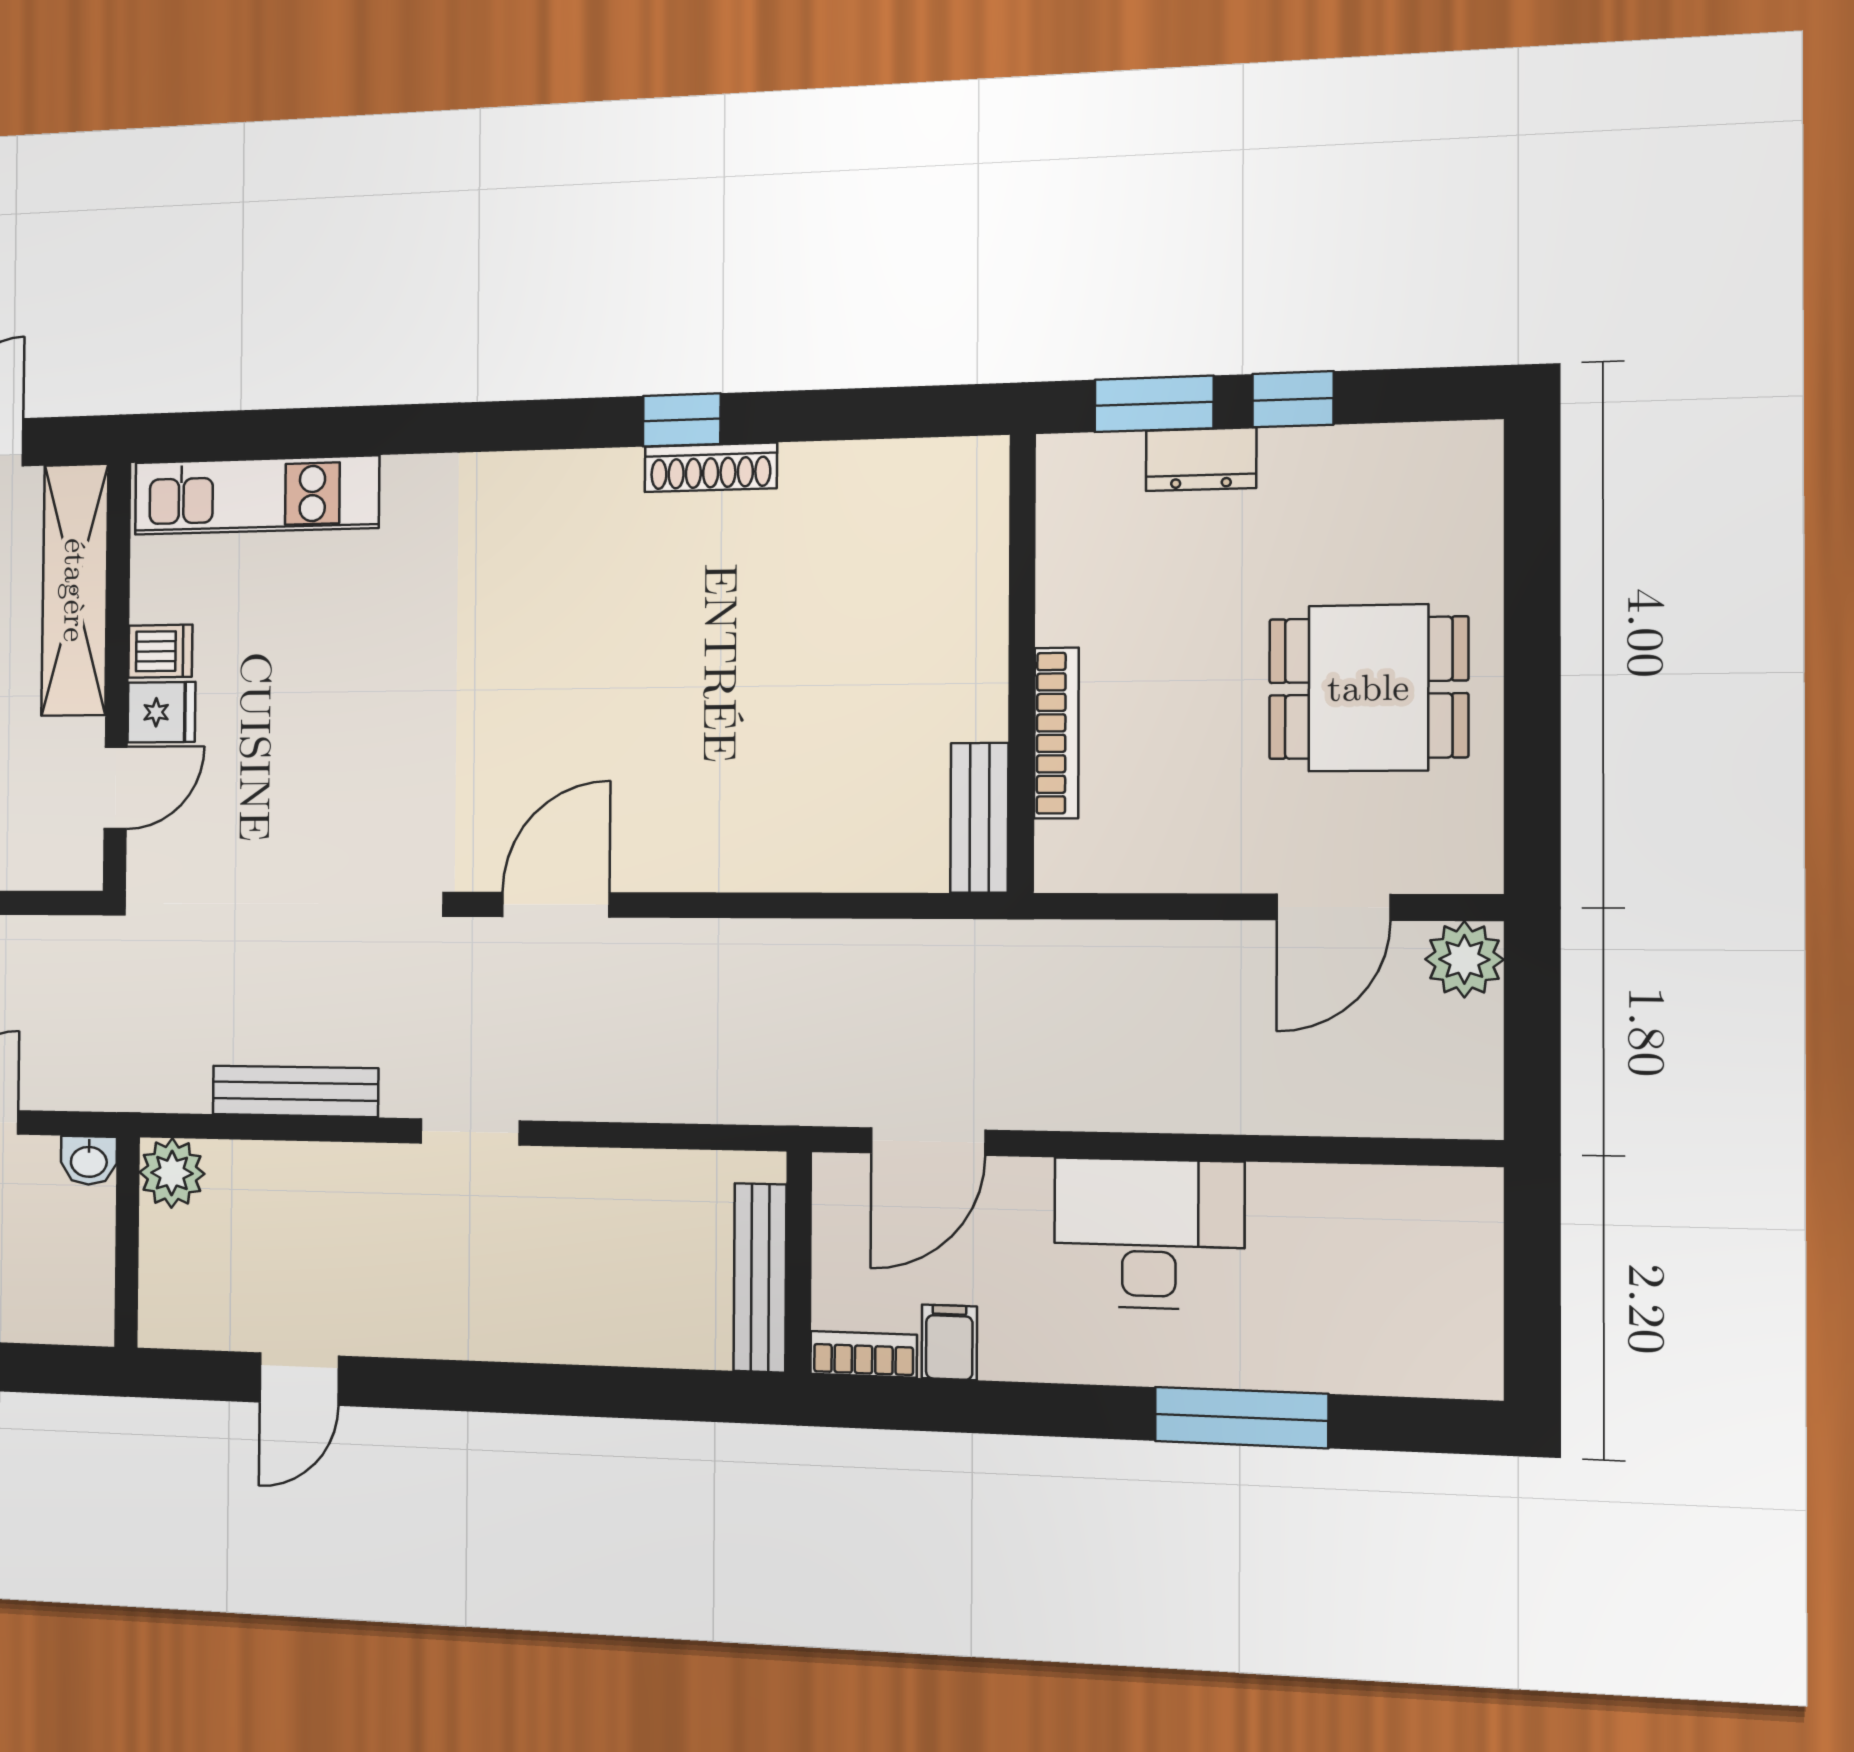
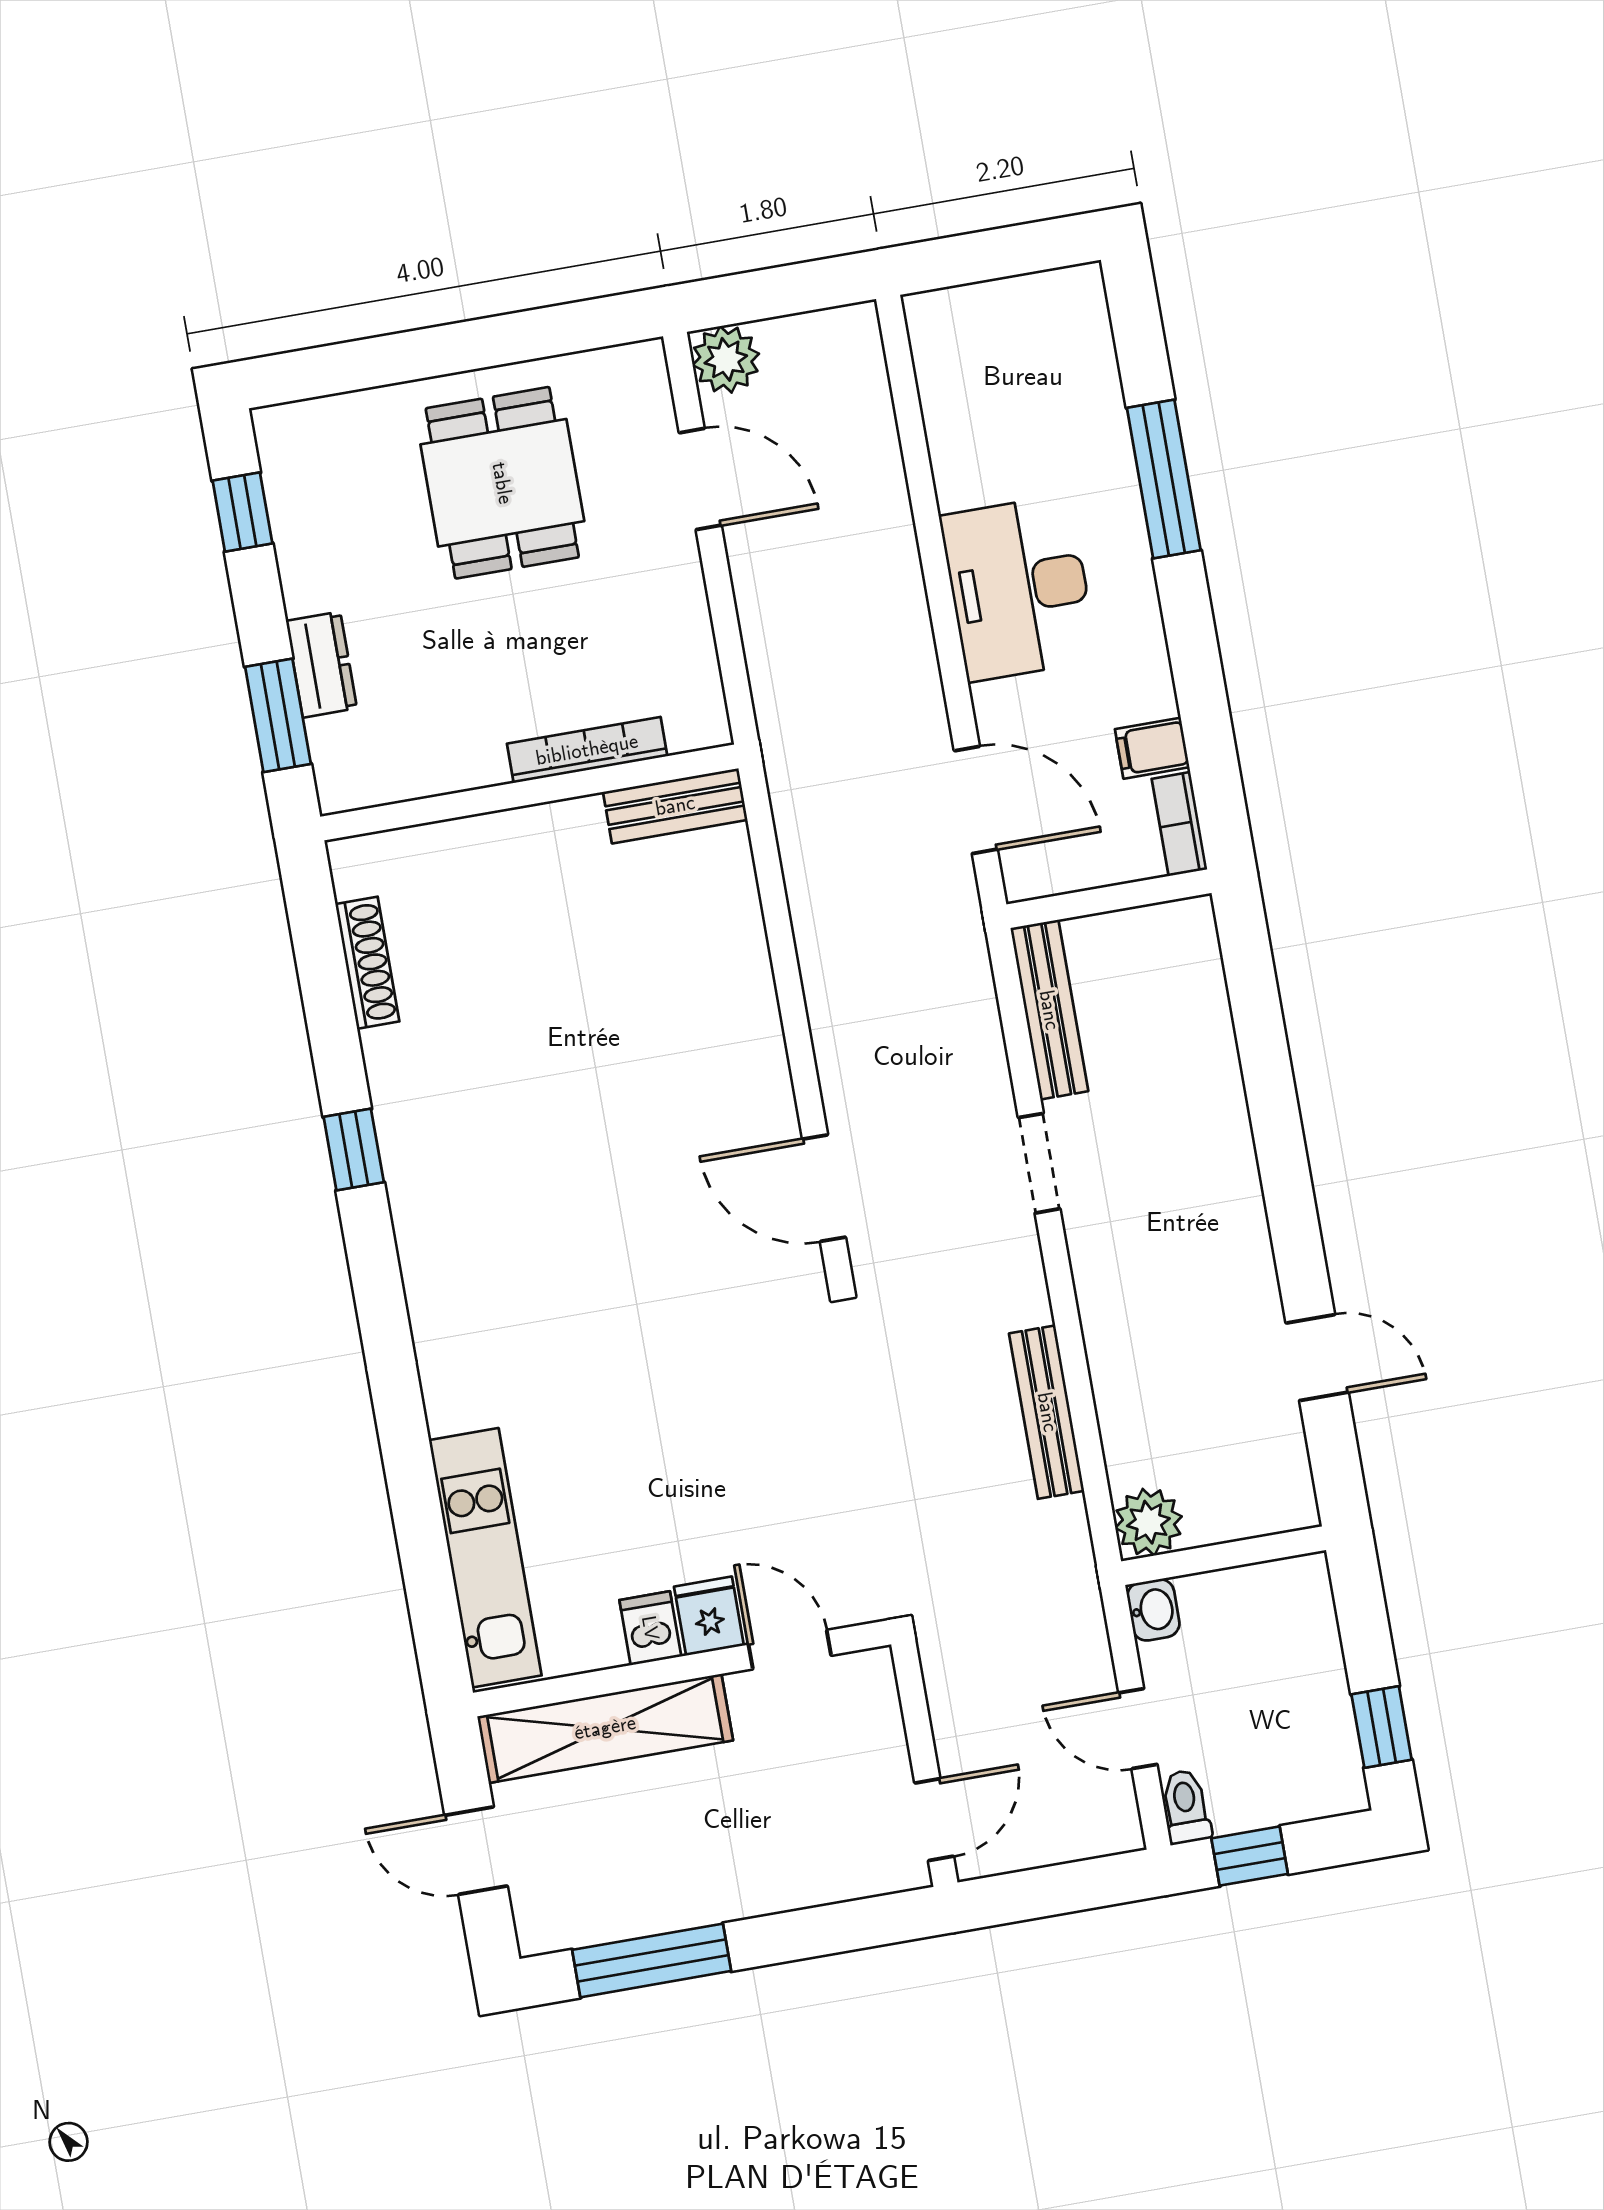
window: (1293, 399) -> (242, 512), moved
shoe rack: (711, 467) -> (367, 963), moved
doorway: (470, 1132) -> (1039, 1163), moved
bench: (760, 1278) -> (1049, 1010), moved, turned 90

